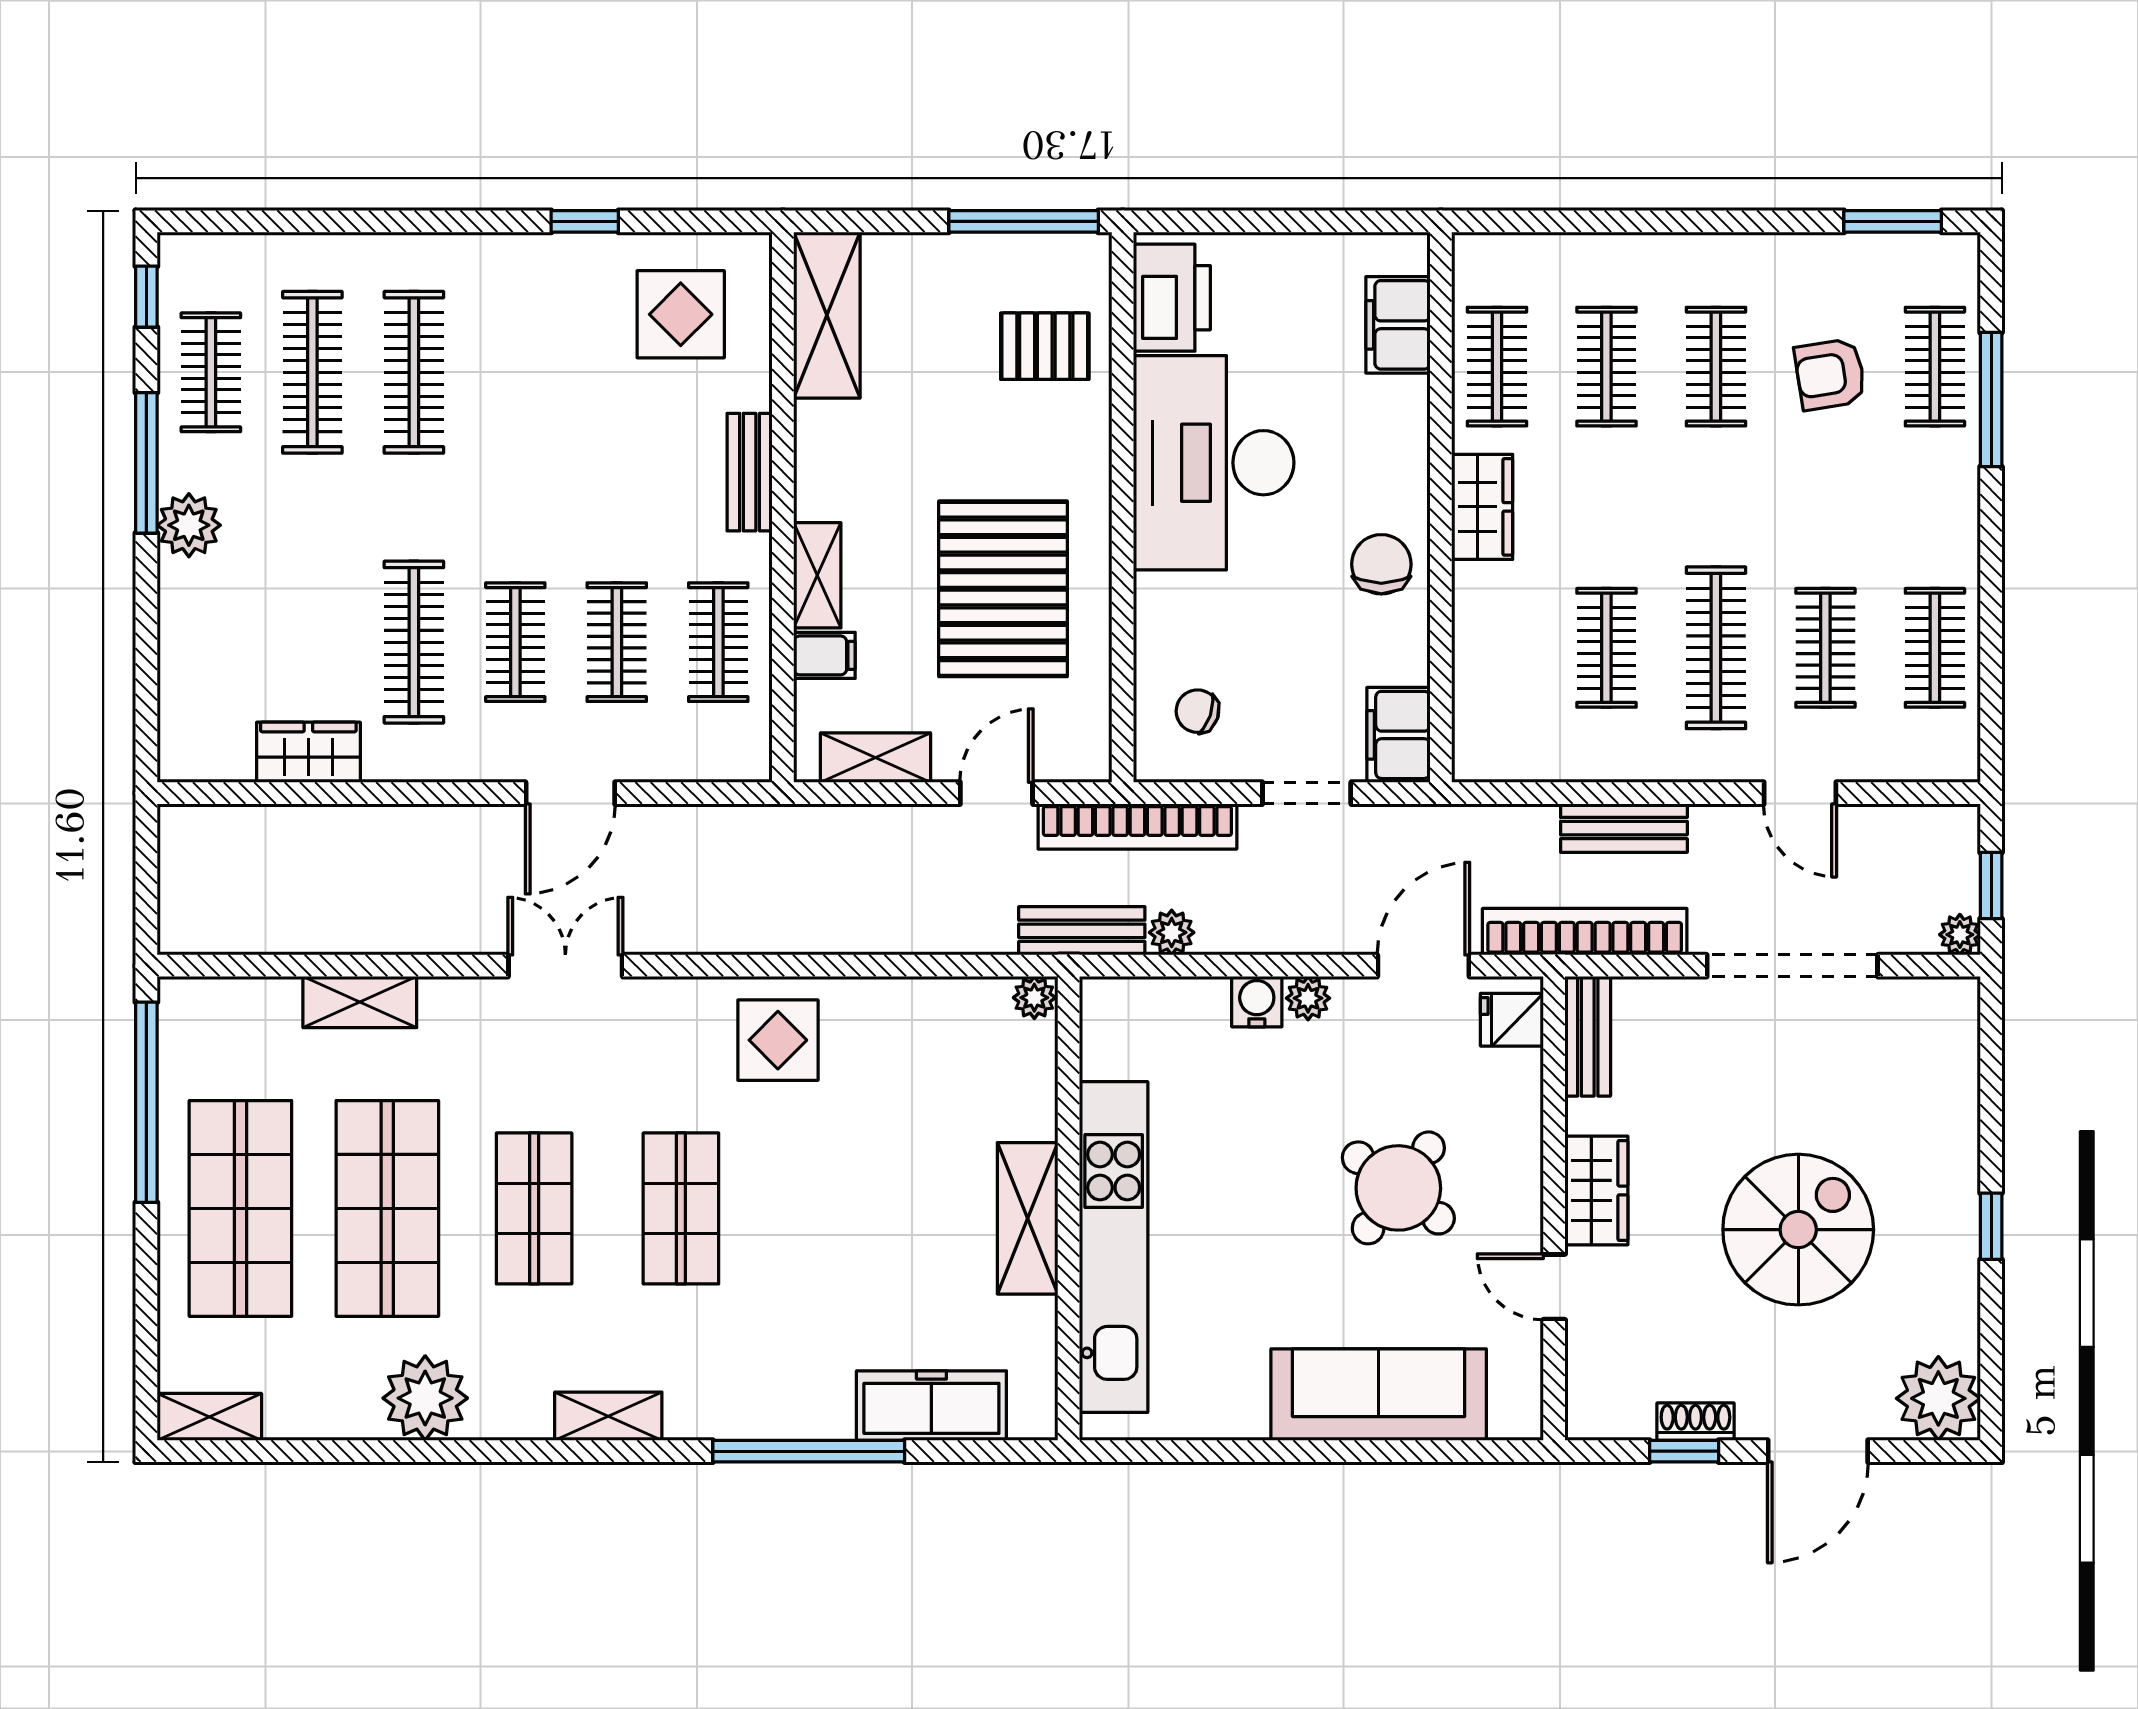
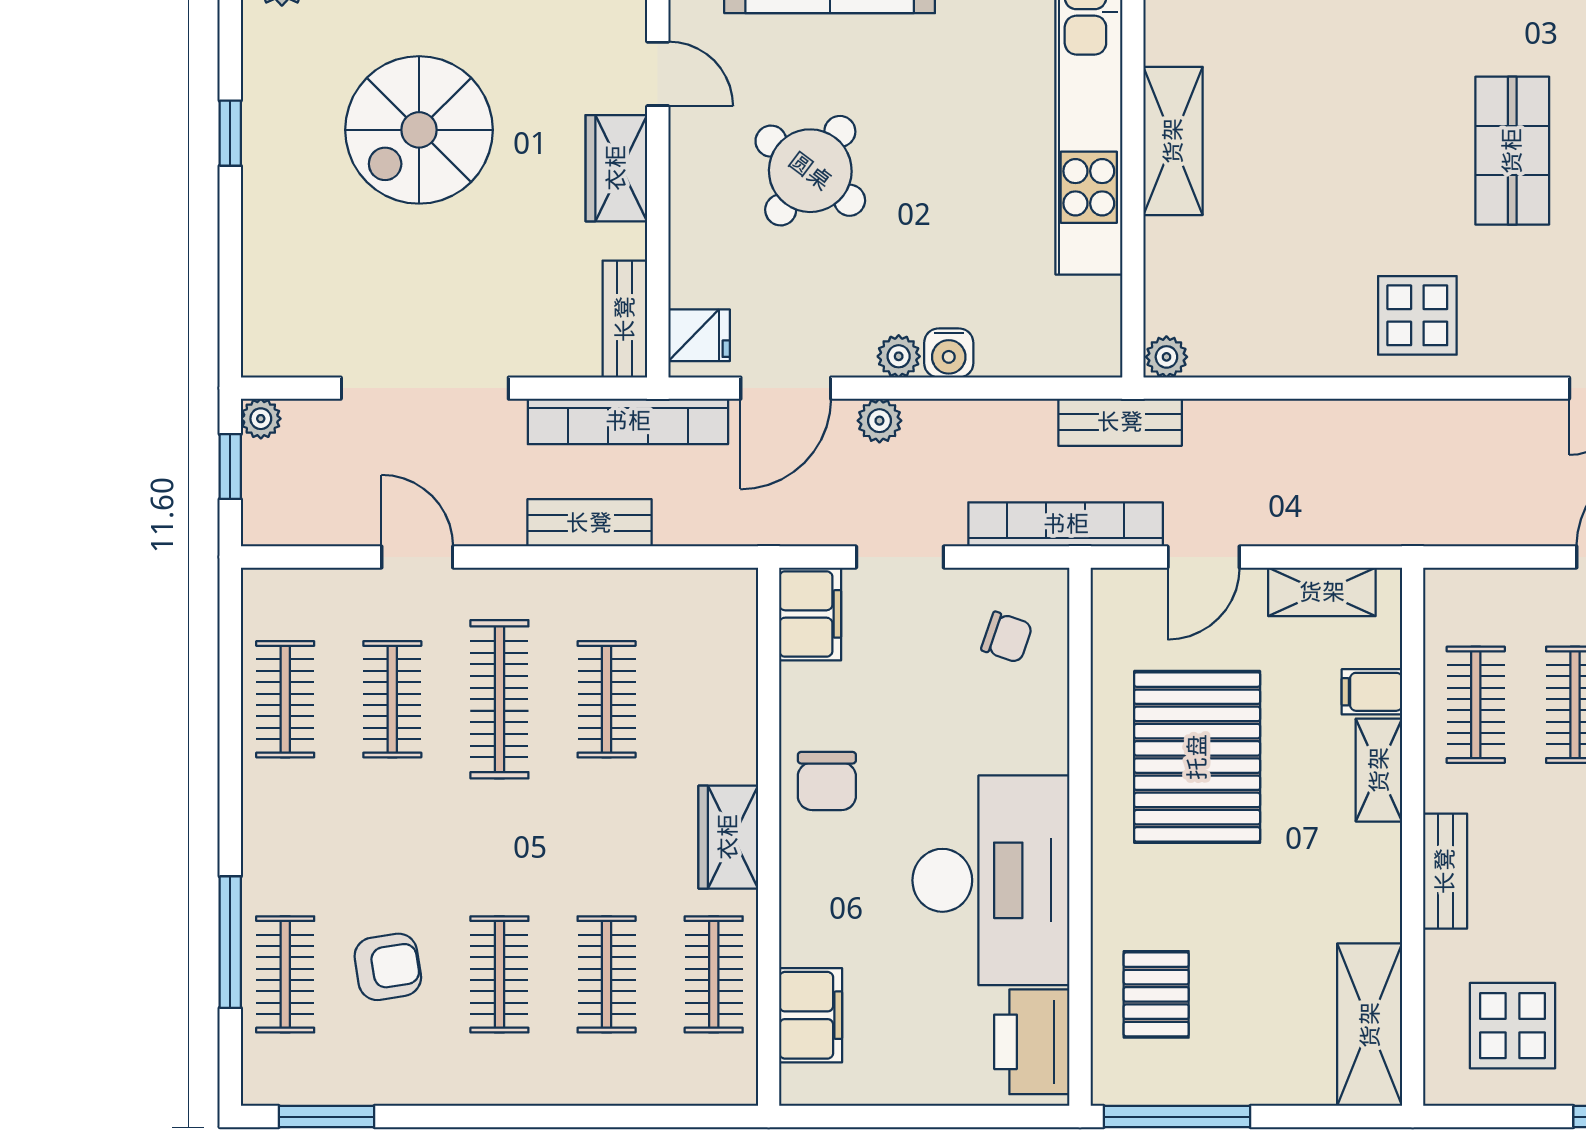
pallet: (1045, 346) -> (1156, 994), turned 90
plant: (1172, 932) -> (879, 421), moved

